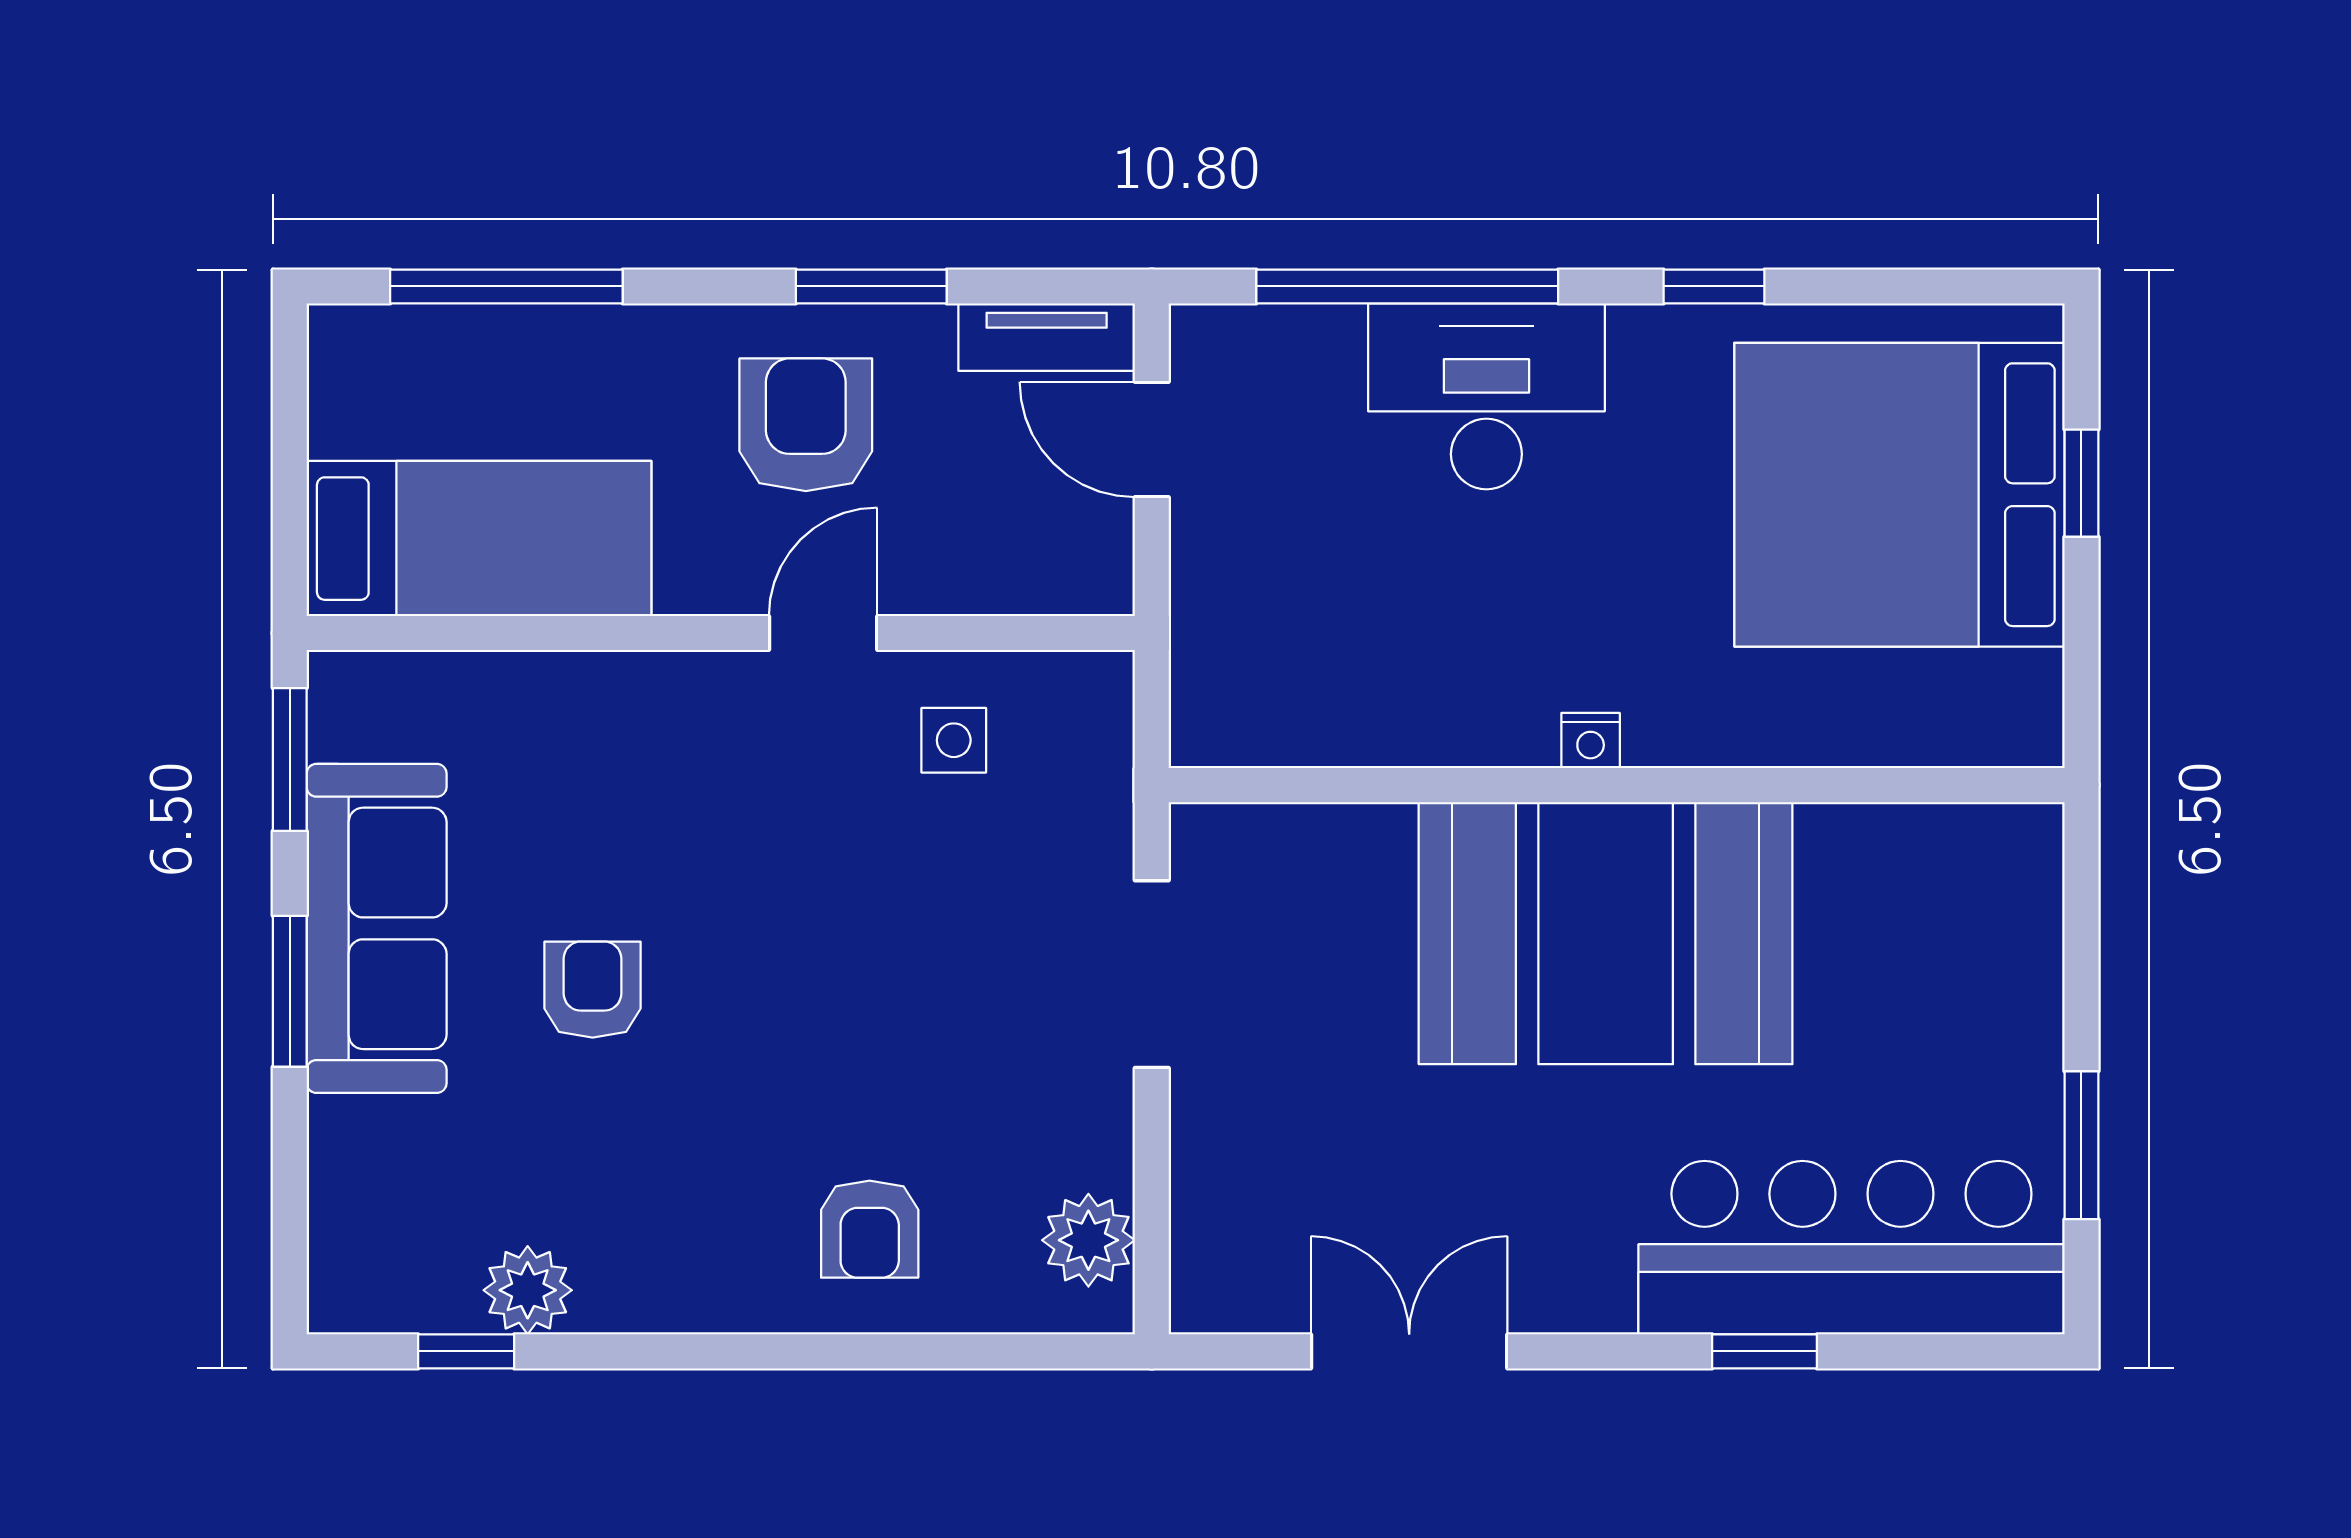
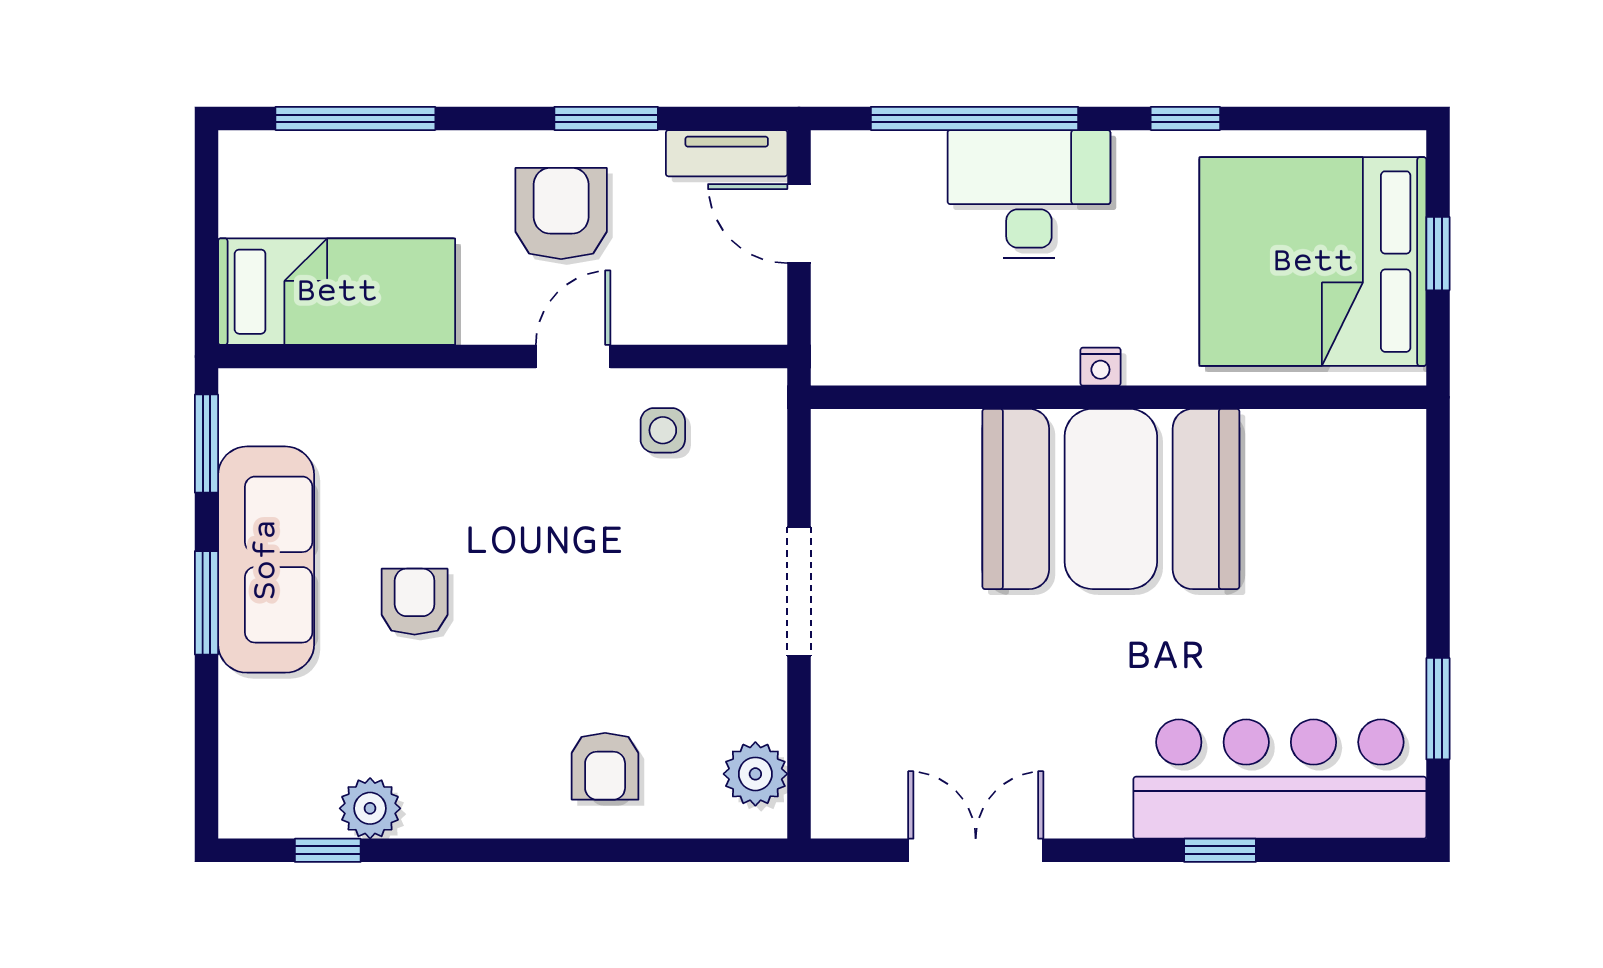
nightstand: (1591, 741) -> (1100, 367), moved
wall: (1617, 785) -> (1118, 397), moved
booth: (1606, 933) -> (1111, 499), moved

